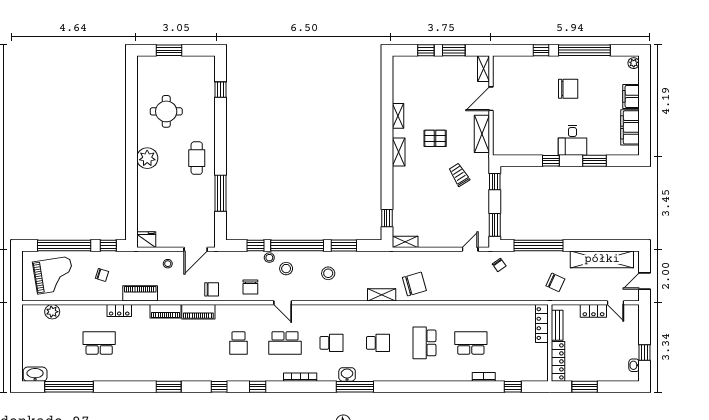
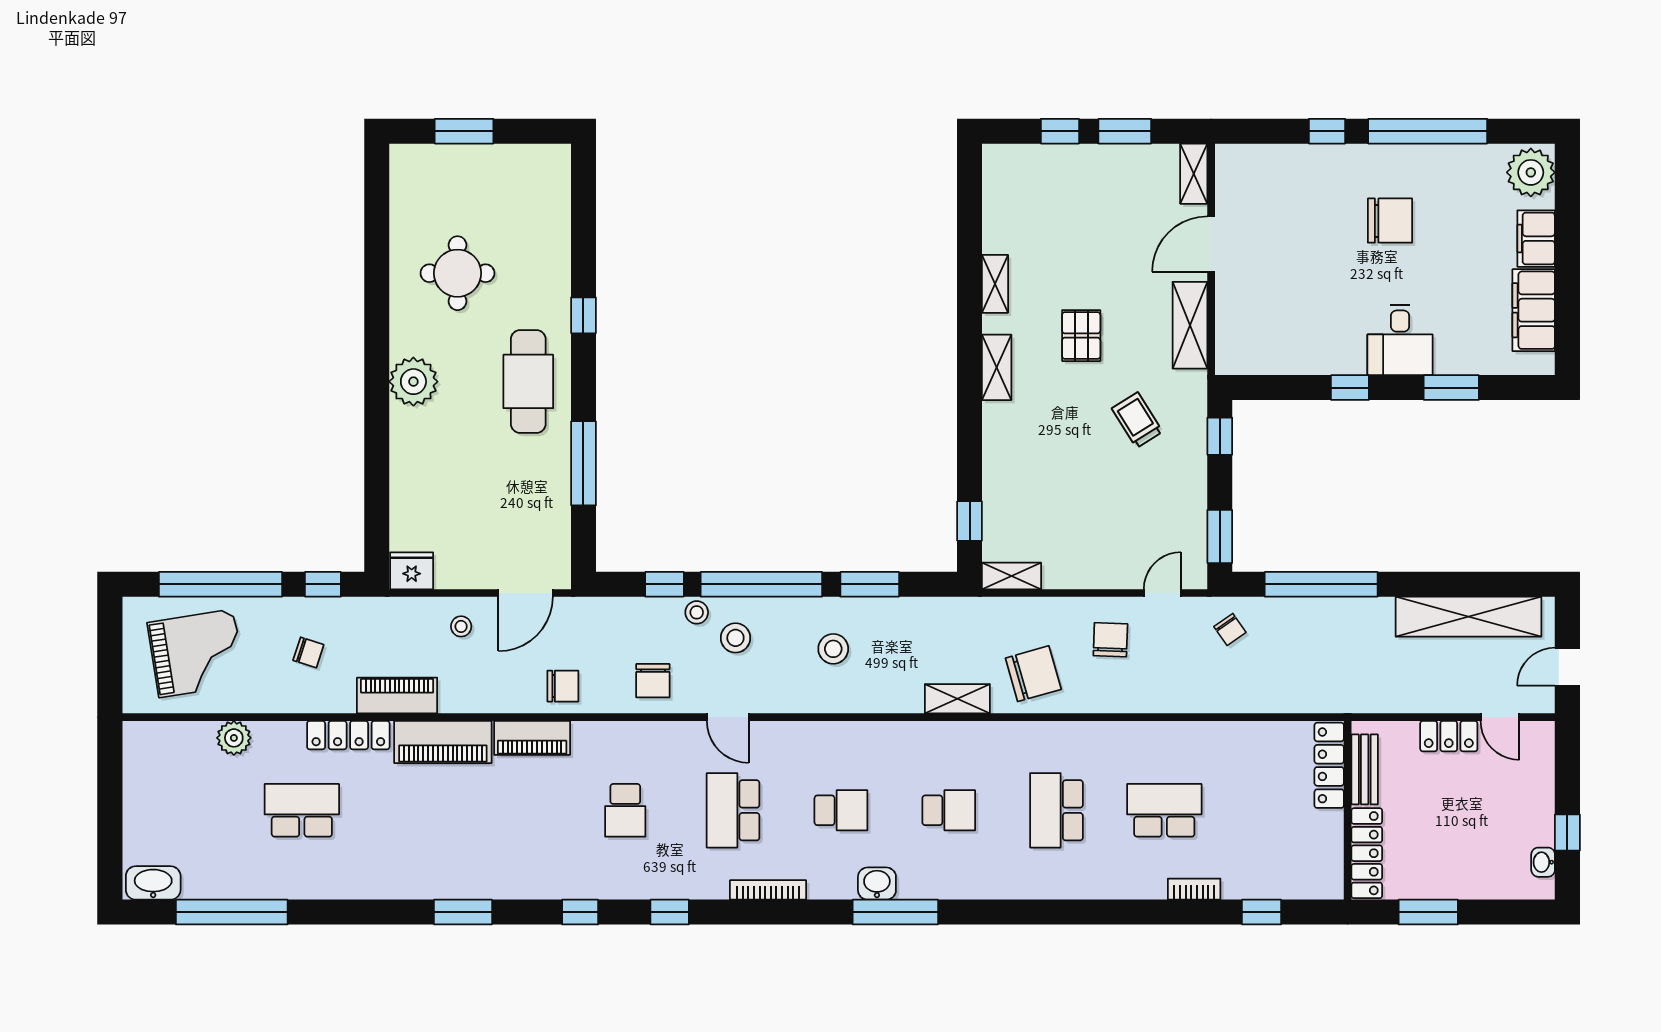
plant: (634, 63) -> (1531, 172), width x1.87, depth x1.87
window: (221, 90) -> (583, 315), moved
pallet: (435, 138) -> (1081, 336), turned 90
cafe table: (197, 158) -> (528, 381), width x1.37, depth x1.35
chair: (555, 282) -> (1110, 640), moved, turned -113
locker: (119, 310) -> (348, 735), width x1.53
piano: (166, 311) -> (443, 742), width x1.37, depth x1.33
plant: (52, 312) -> (234, 738), moved
school desk: (285, 343) -> (733, 810), turned 90

